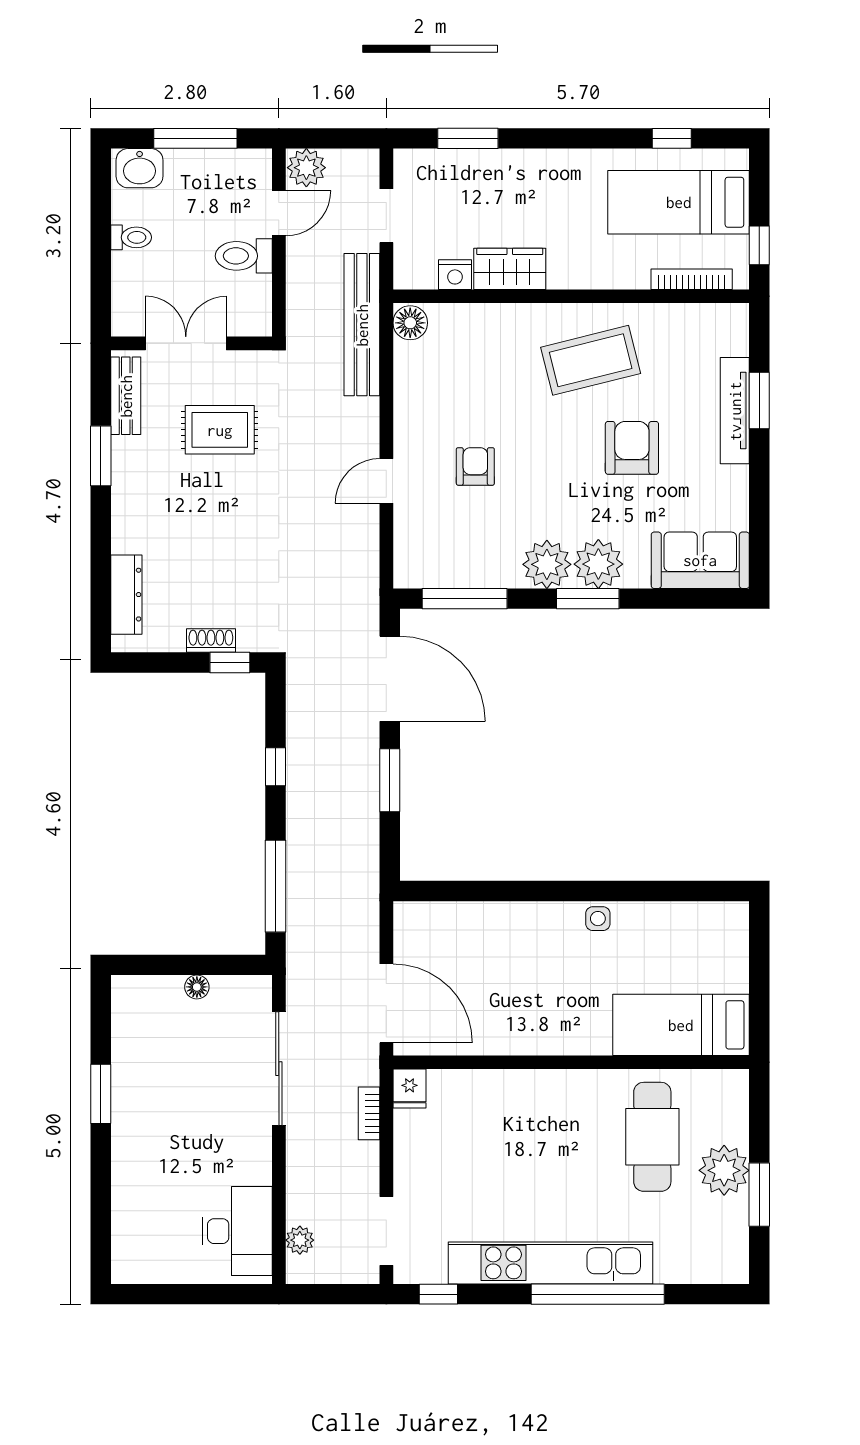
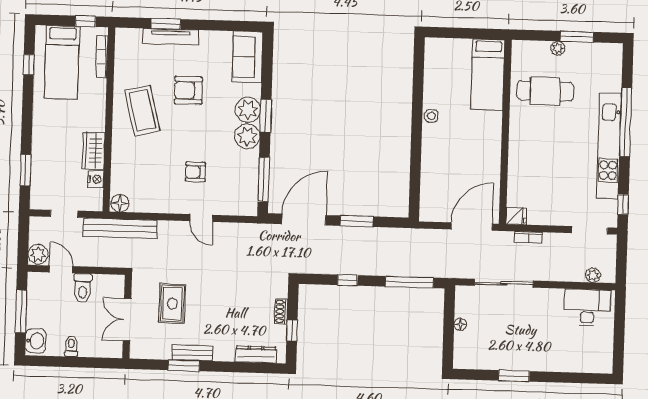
bench: (126, 396) -> (192, 353), moved
window: (230, 662) -> (292, 331), moved
plant: (724, 1170) -> (558, 48), width x0.53, depth x0.53

